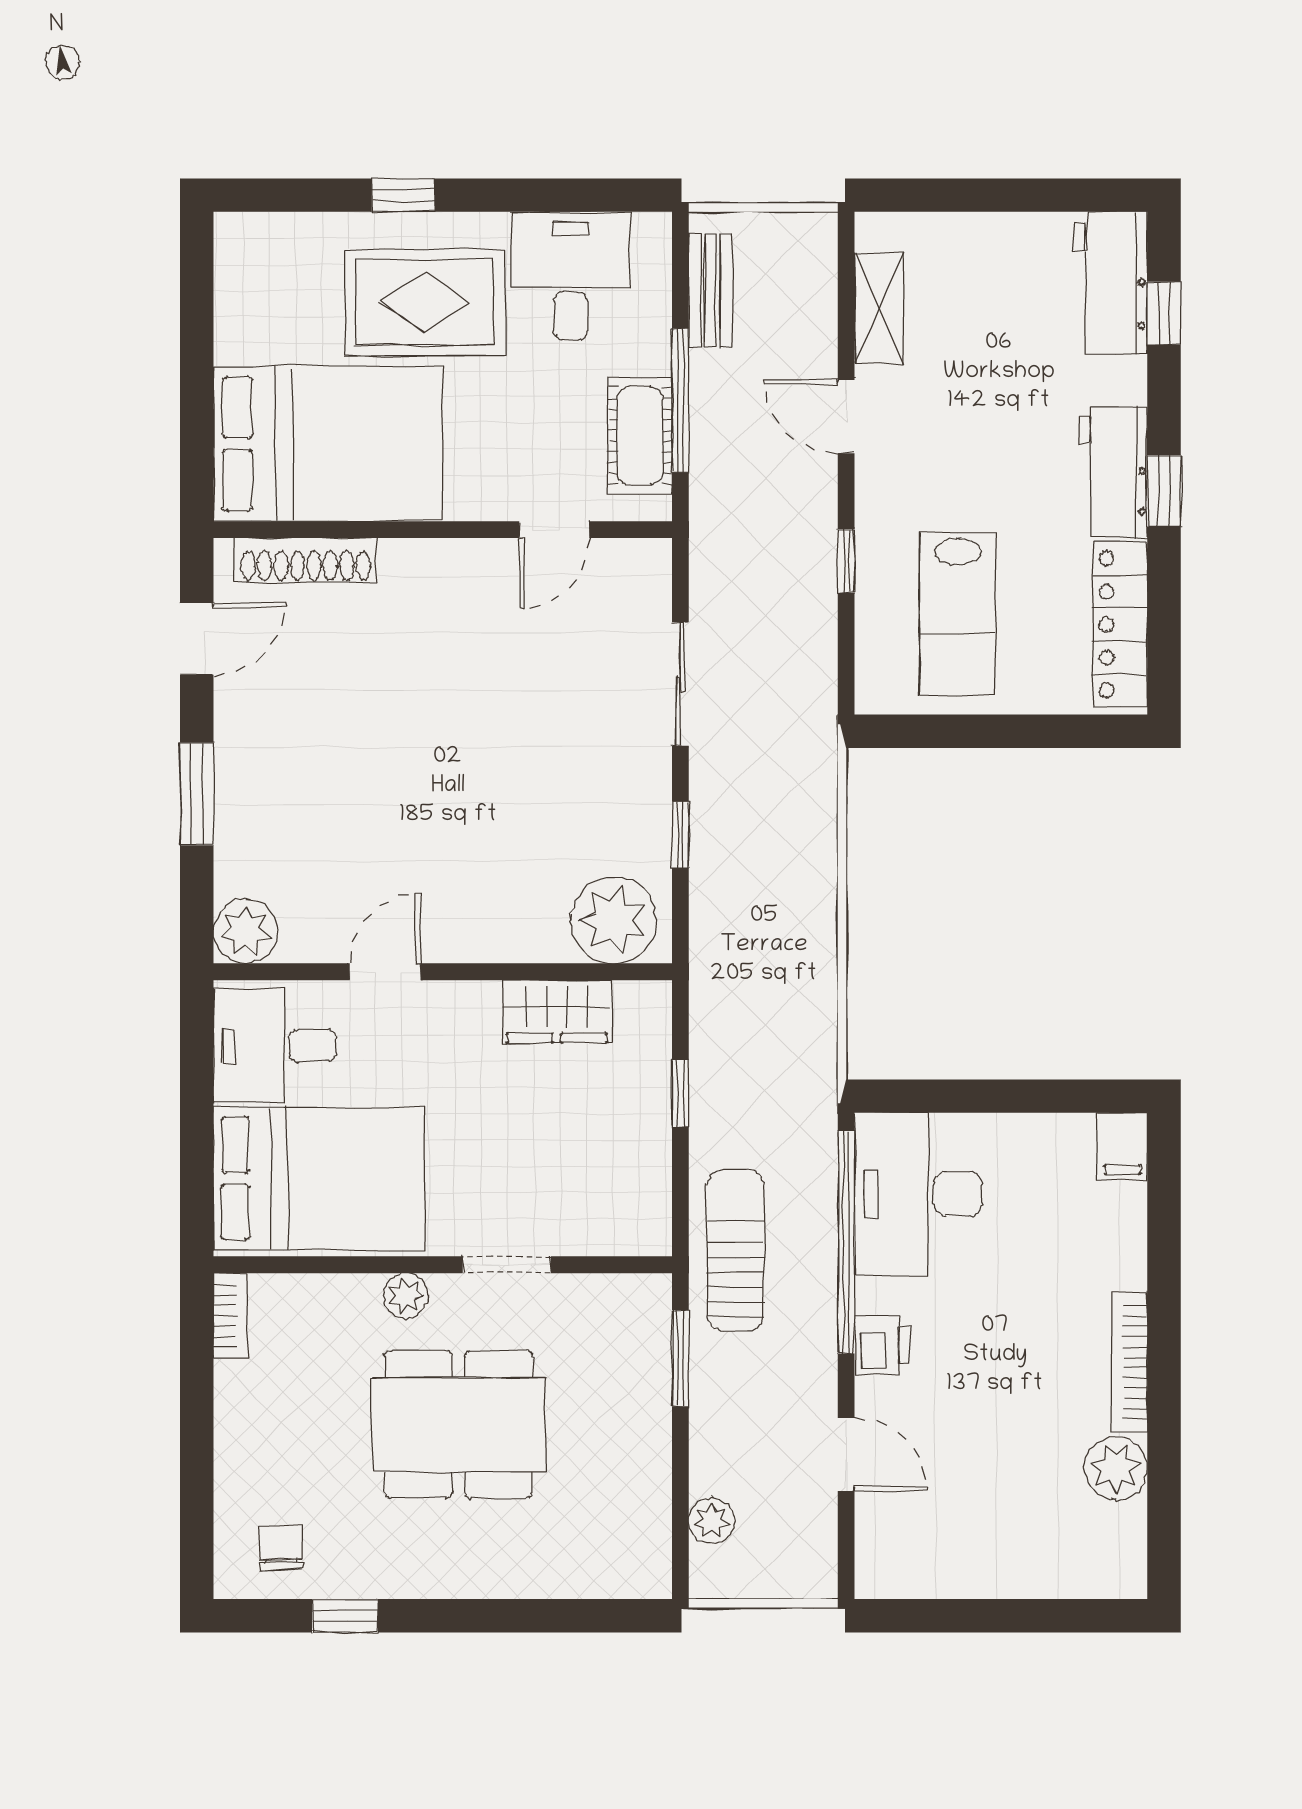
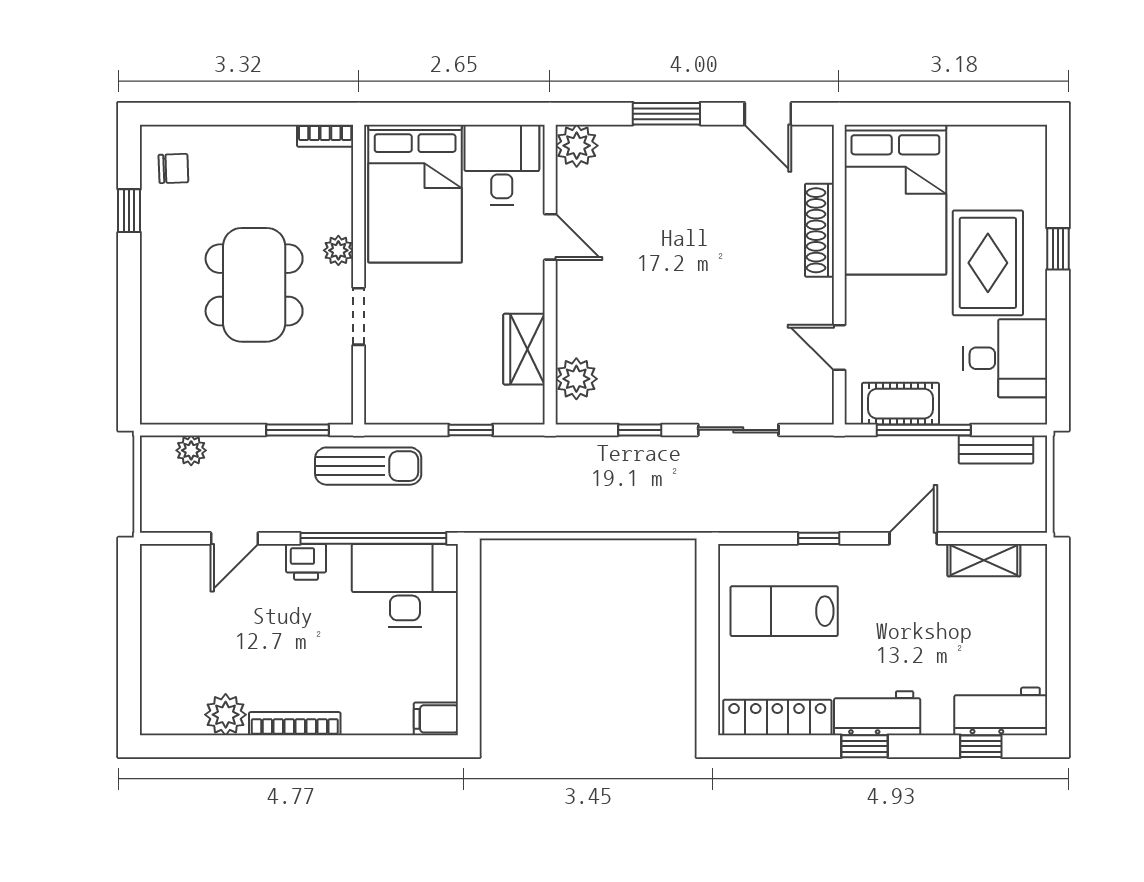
shoe rack: (306, 560) -> (819, 230), moved
plant: (614, 920) -> (576, 379), width x0.73, depth x0.73

